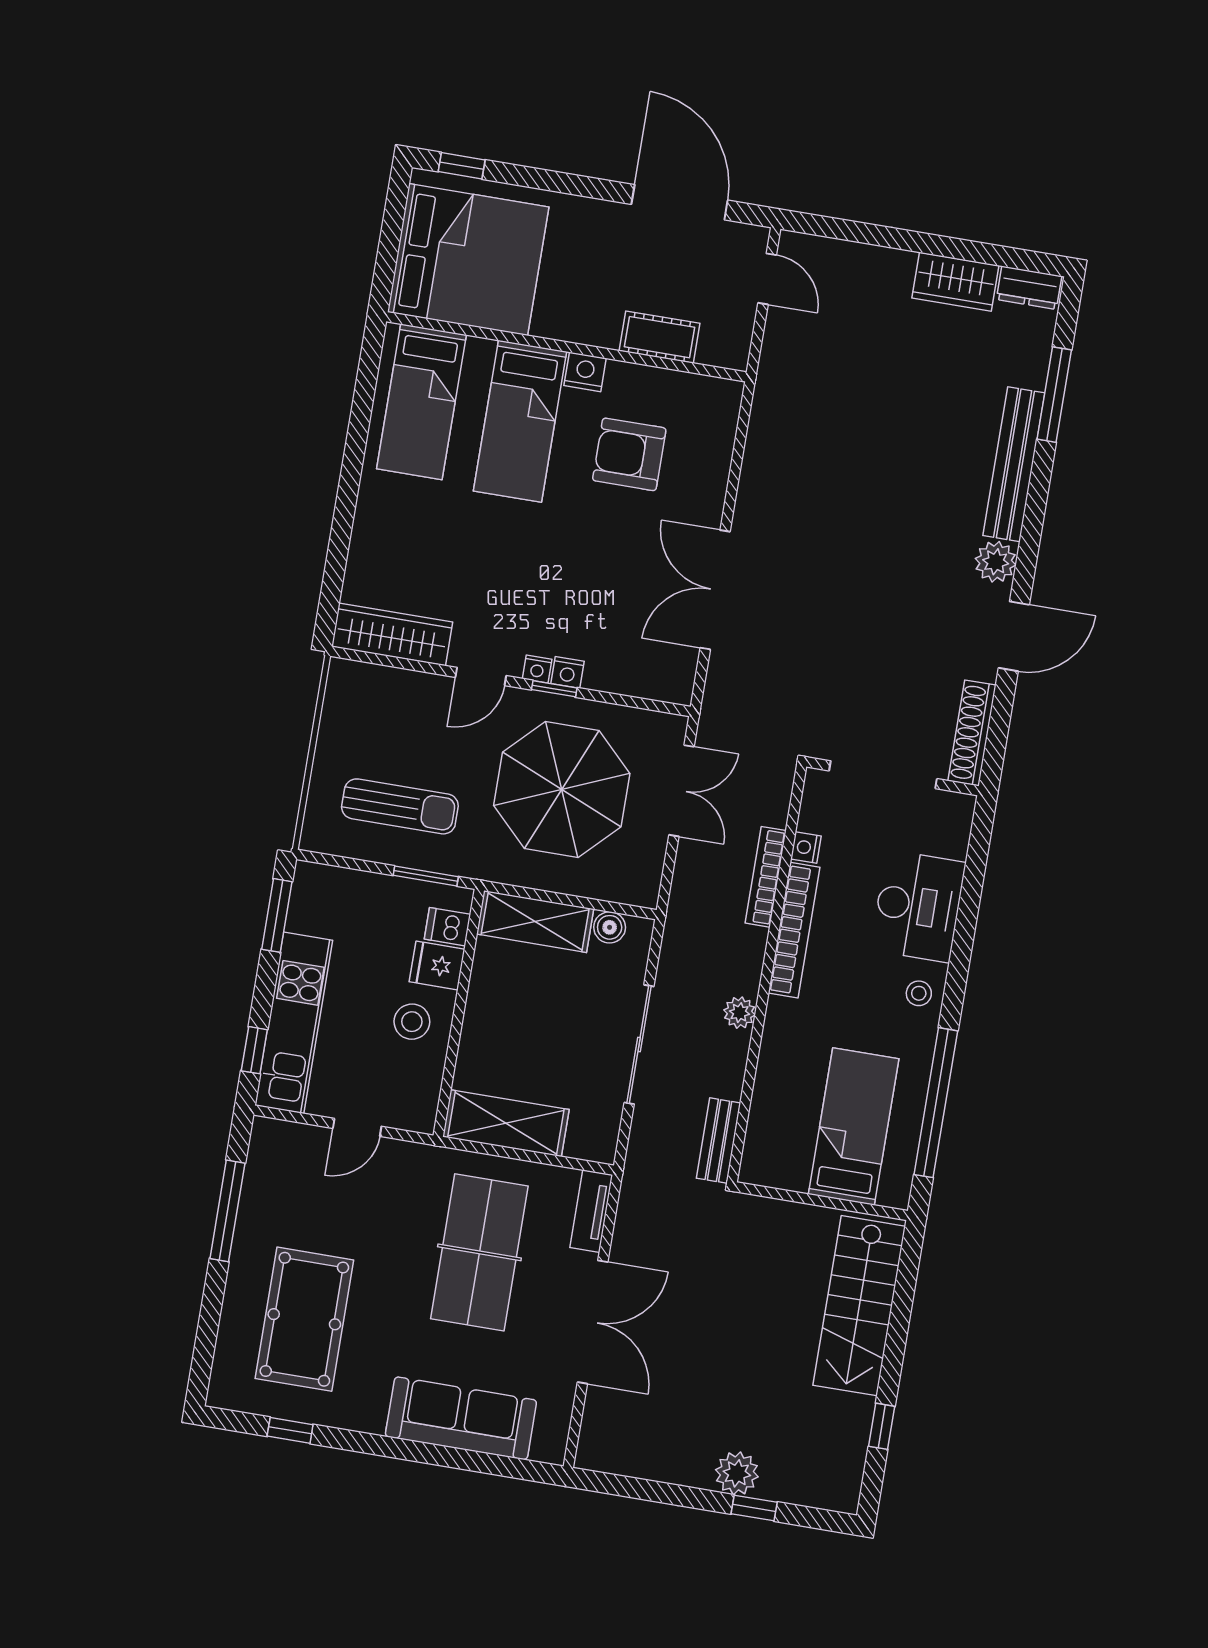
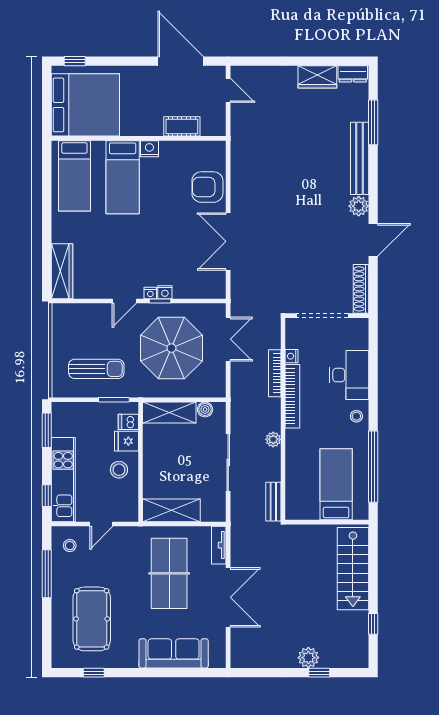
armchair: (629, 454) -> (207, 187), moved
wardrobe: (392, 634) -> (62, 271), moved, turned 90
stool: (284, 1161) -> (70, 546), added

